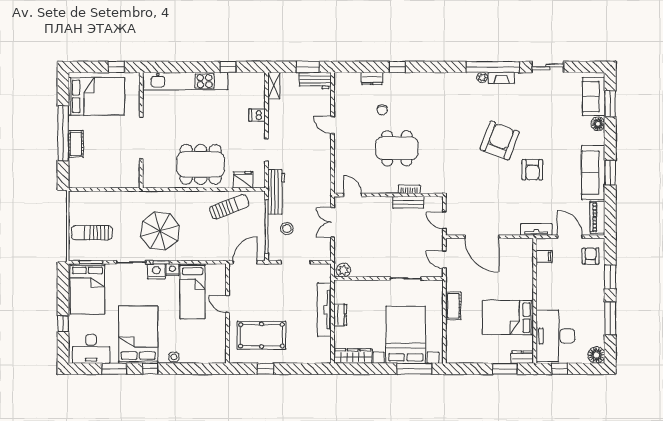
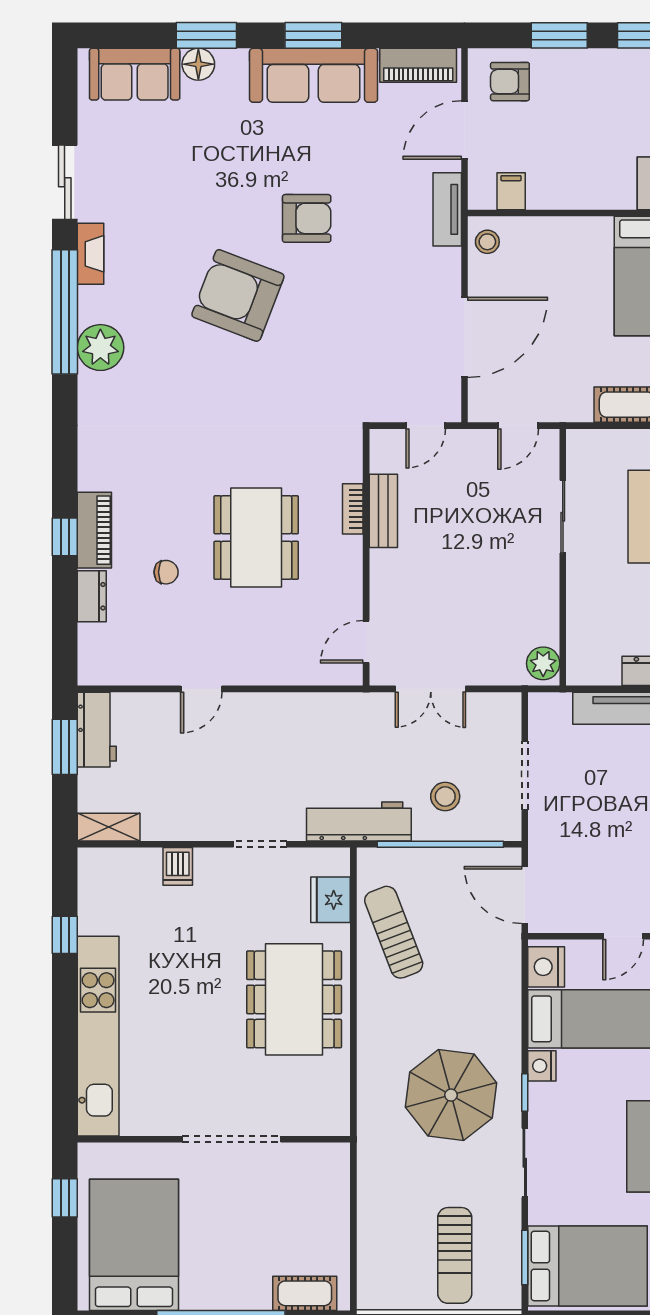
plant: (482, 78) -> (100, 348), width x1.87, depth x1.87
fireplace: (501, 78) -> (91, 254), moved
piano: (400, 80) -> (94, 530), added
window: (610, 104) -> (206, 35), moved
cot: (76, 144) -> (305, 1293), moved
stool: (522, 246) -> (487, 242), added
nightstand: (156, 271) -> (546, 967), moved

